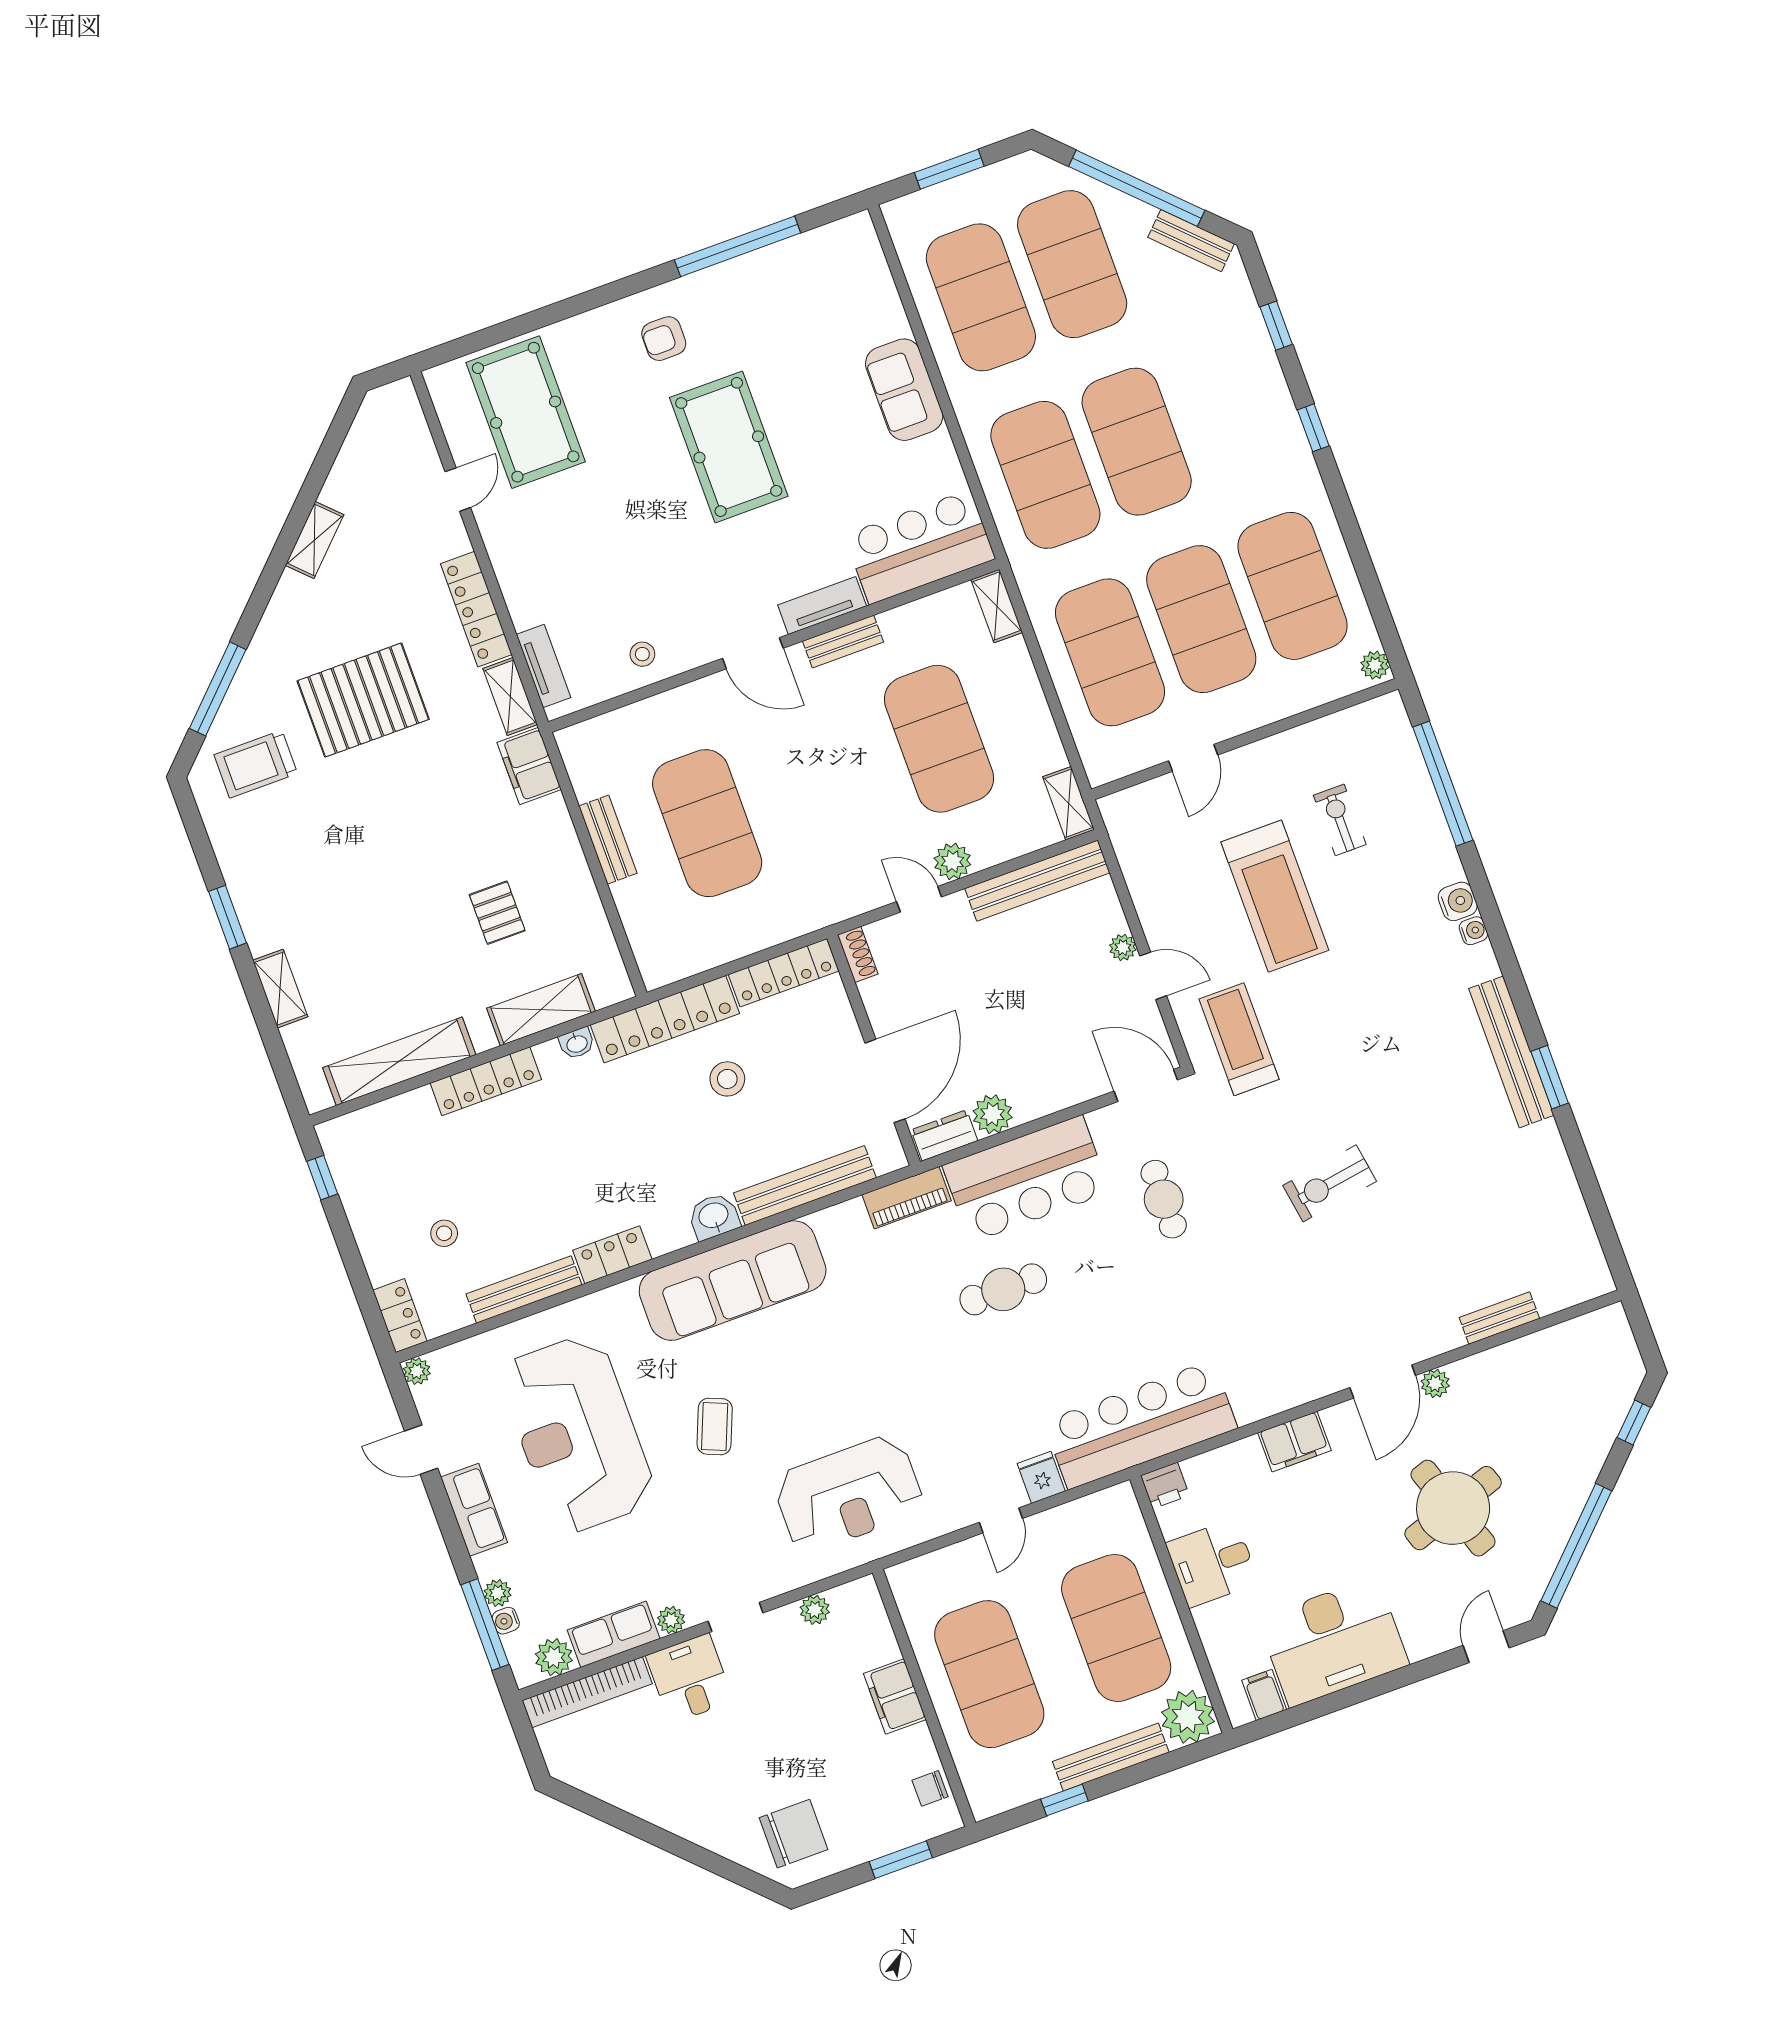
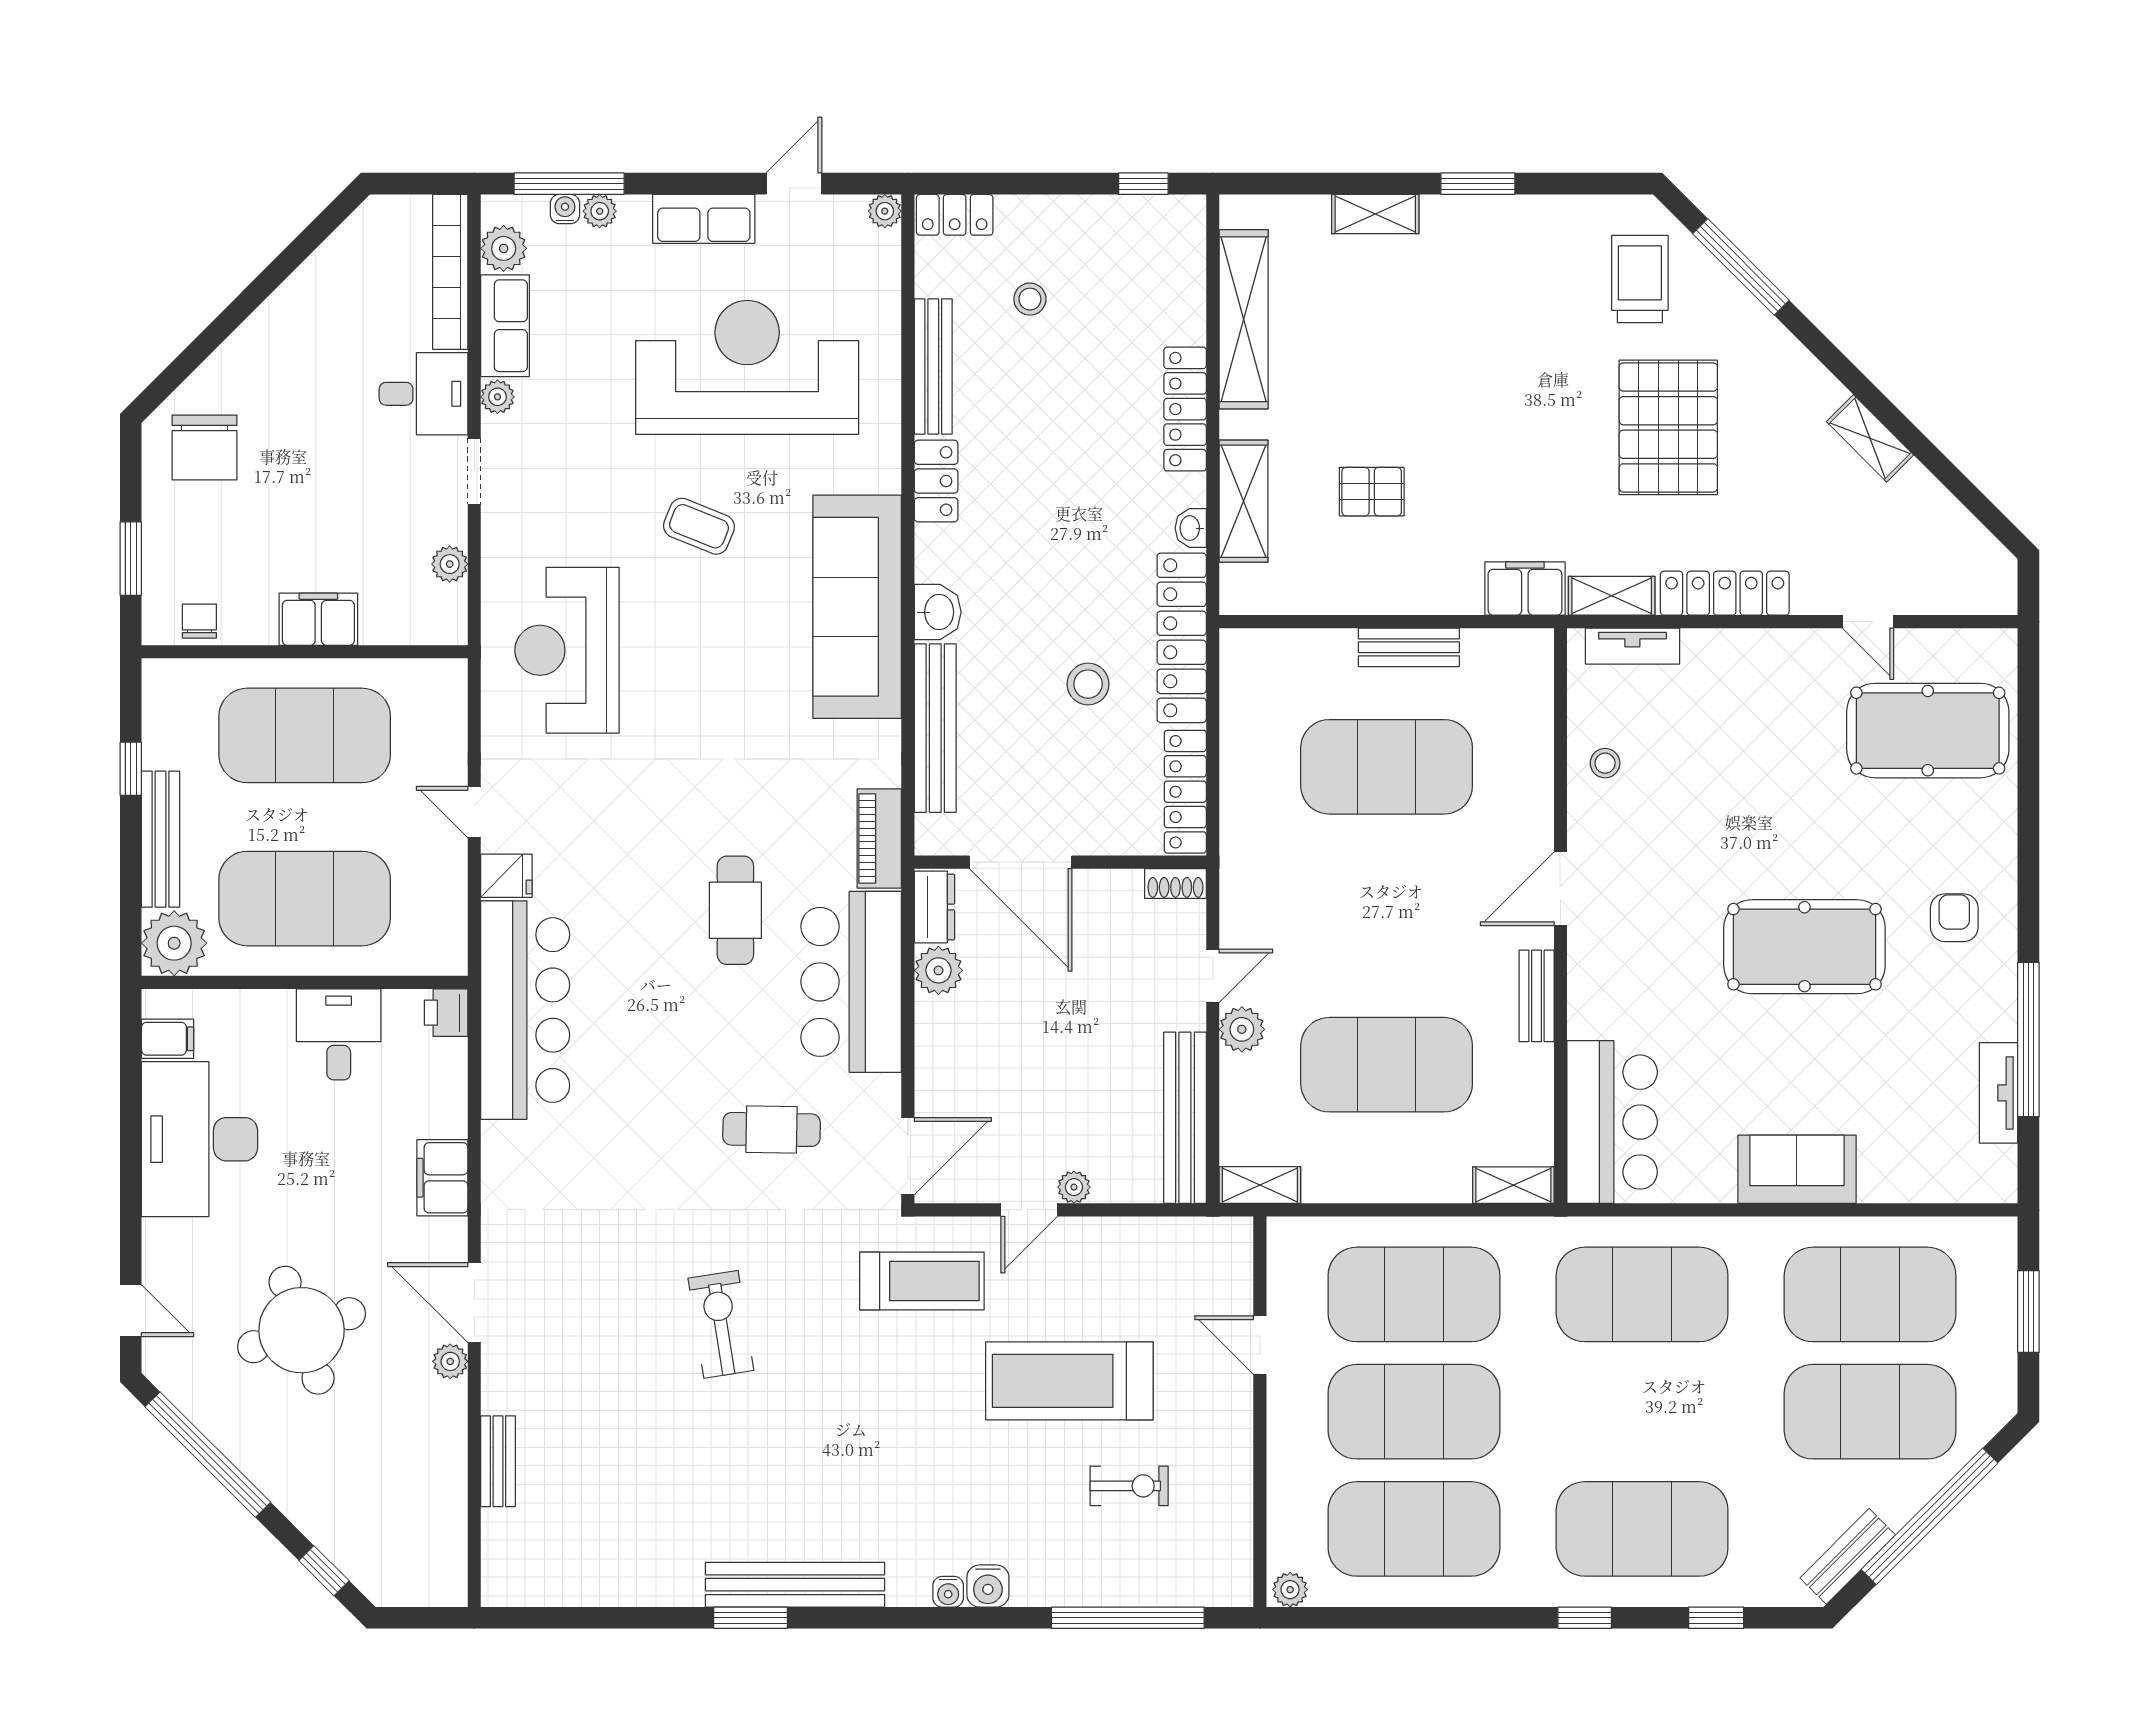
exercise mat: (1137, 442) -> (1642, 1529), moved
tv unit: (822, 605) -> (1999, 1093), moved, turned 180

